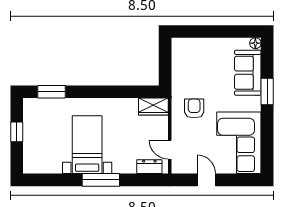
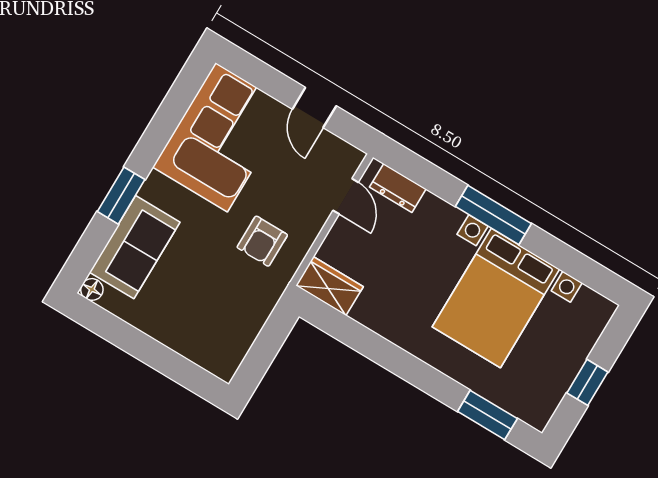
bed with nightstands: (87, 145) -> (496, 298), width x1.36

